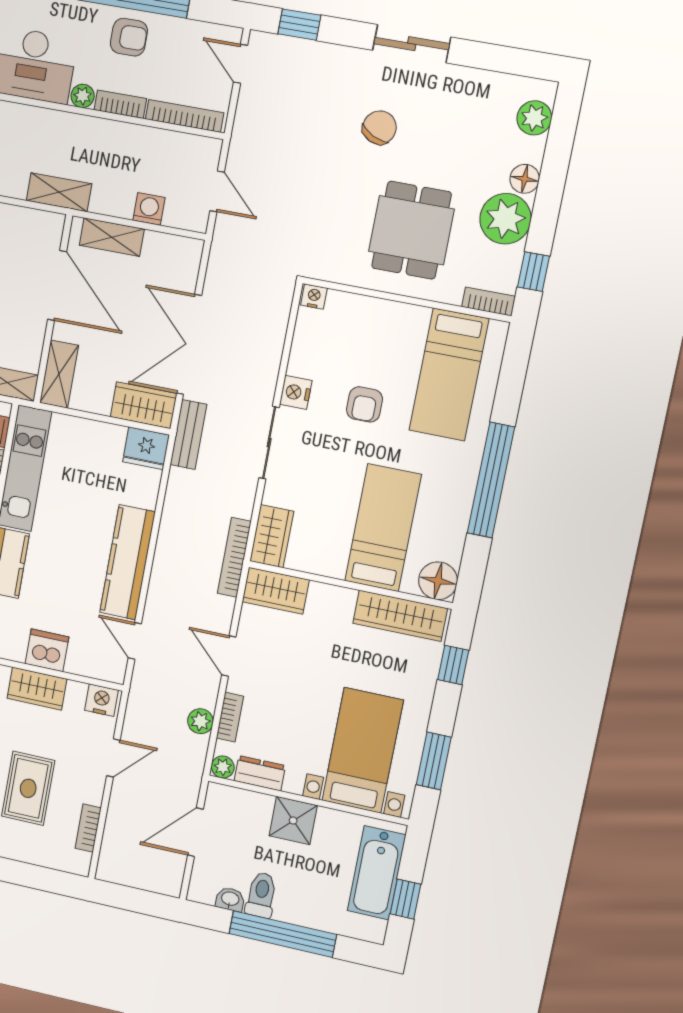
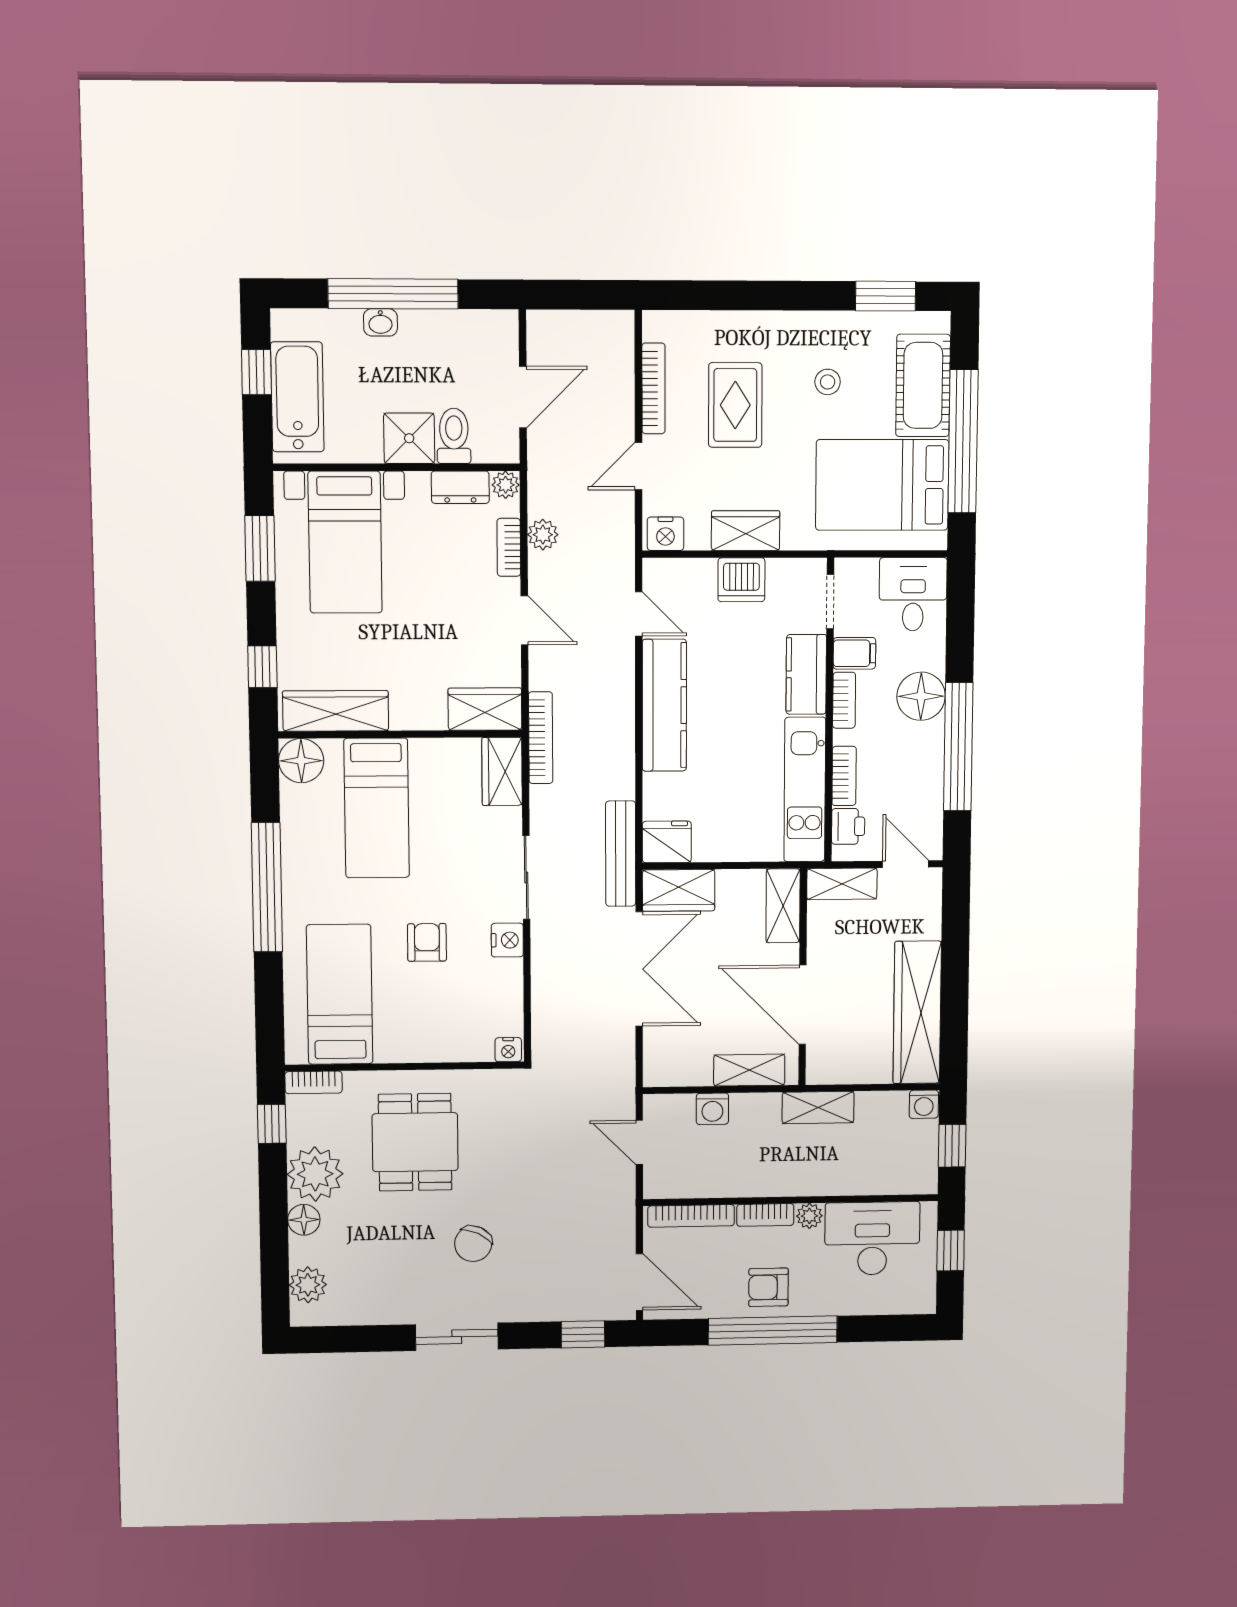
door: (240, 64) -> (639, 1282), width x1.37
bench: (188, 435) -> (621, 854), width x1.36
bookcase: (88, 828) -> (653, 388), width x1.56
toilet: (261, 895) -> (454, 436), moved, turned 180
washbasin: (230, 899) -> (380, 322), moved

